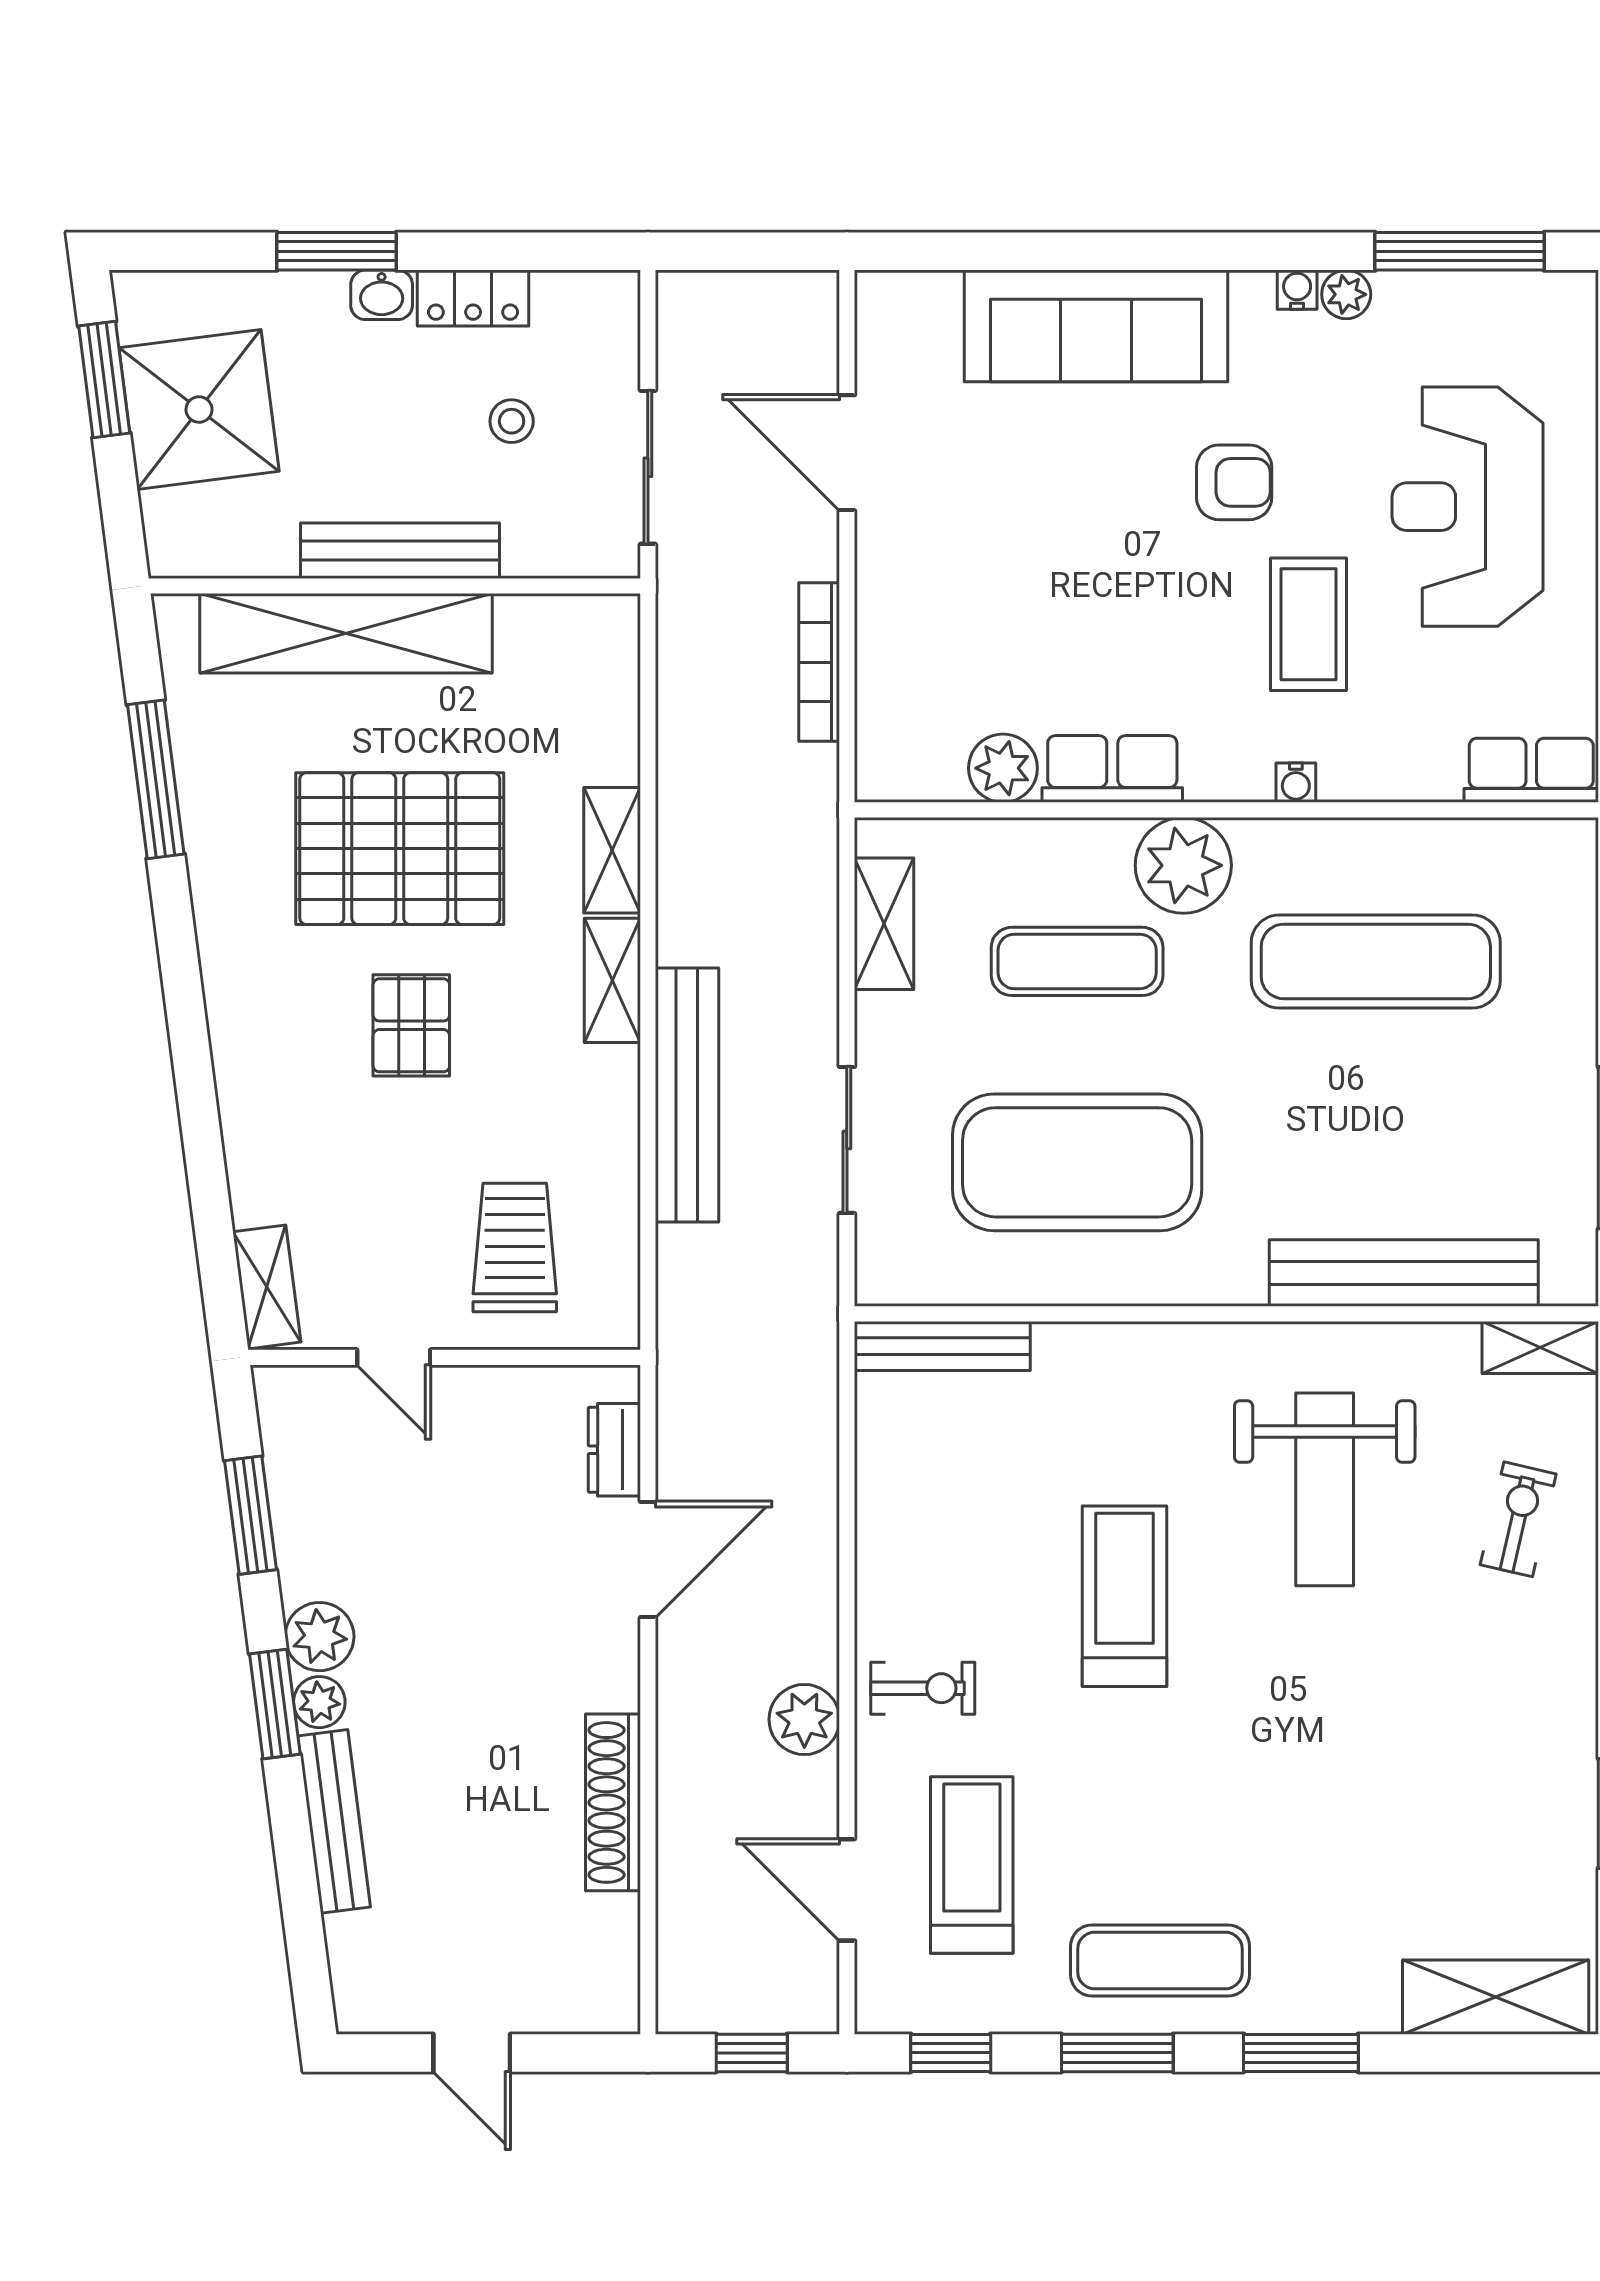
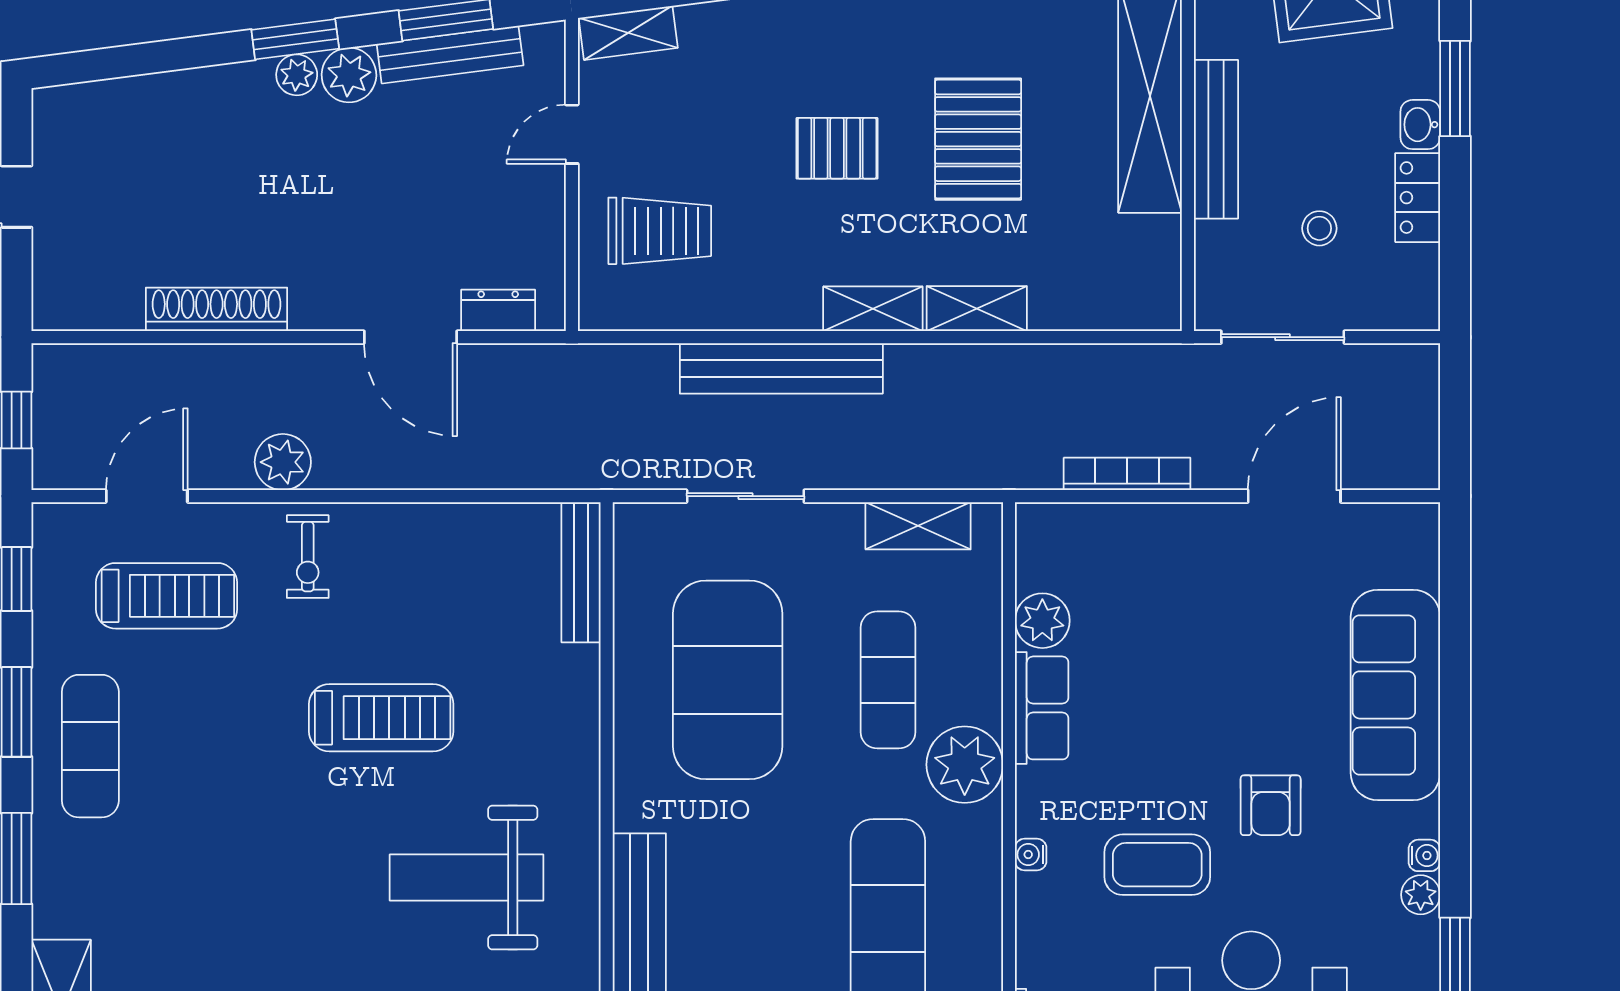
pallet: (400, 849) -> (978, 139), width x0.73, depth x0.71
bench: (334, 1821) -> (450, 55), moved

